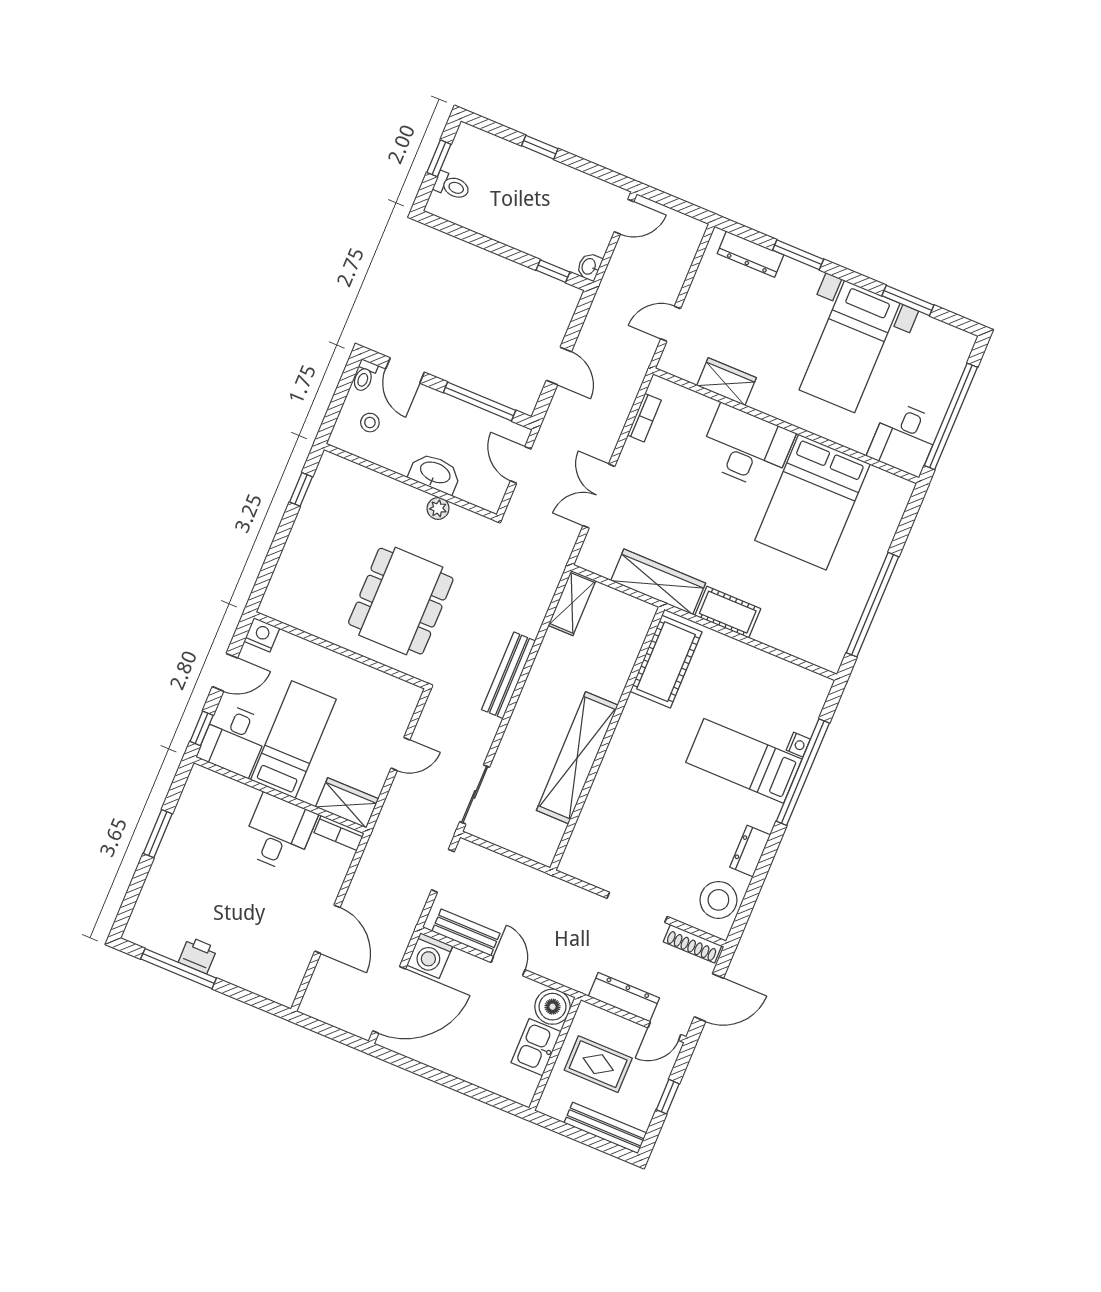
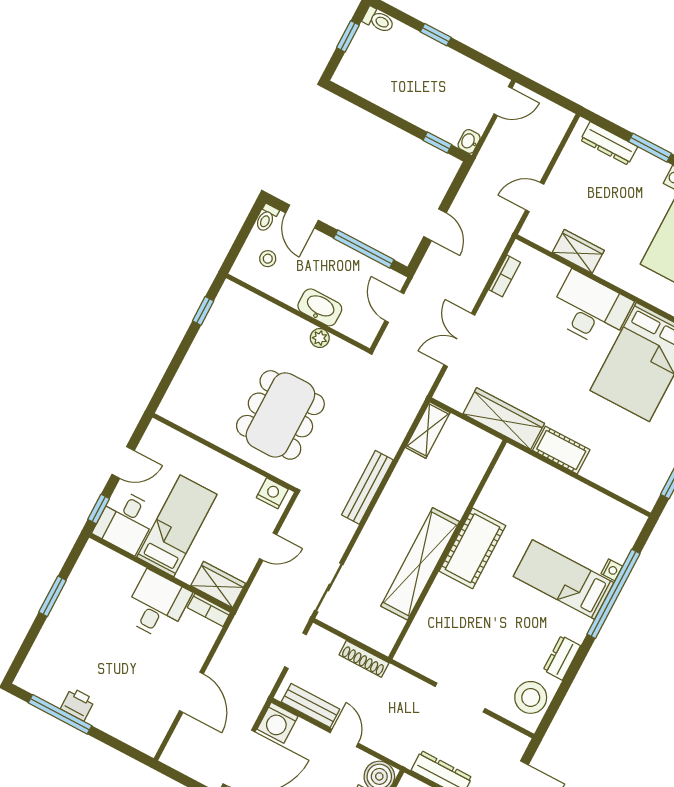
toilet: (452, 186) -> (379, 20), moved
nightstand: (262, 635) -> (272, 493), moved
cot: (666, 662) -> (472, 548), moved
shoe rack: (693, 944) -> (364, 659), moved

